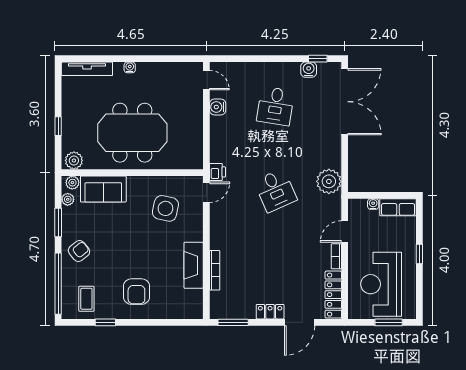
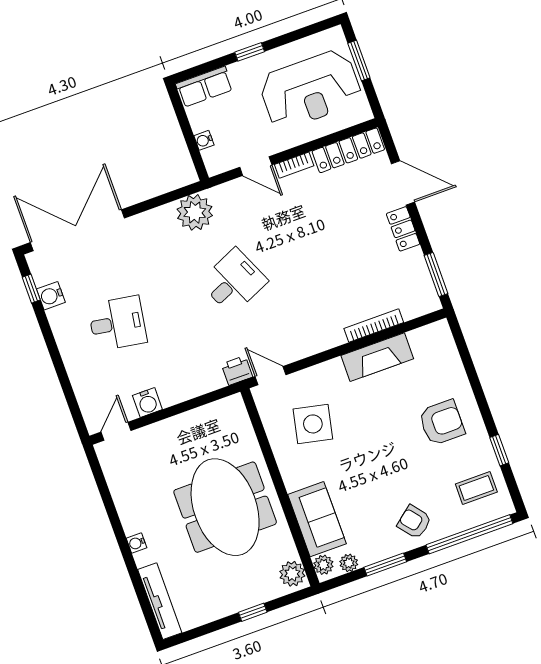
row of seats: (398, 207) -> (204, 87), moved, turned 90

